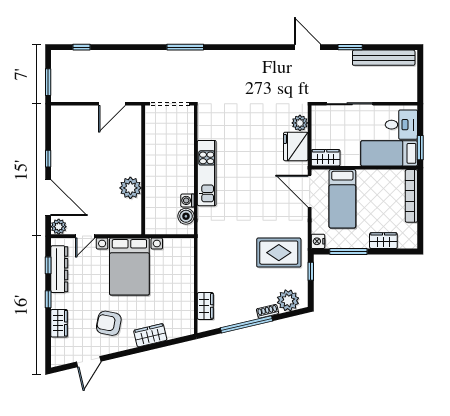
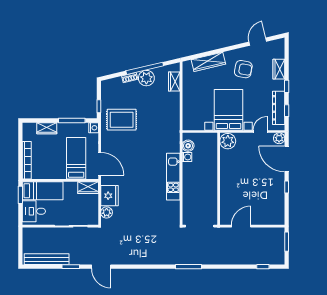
plant: (130, 188) -> (228, 141), moved
plant: (288, 300) -> (146, 78), moved
wardrobe: (150, 335) -> (208, 62), width x1.50

